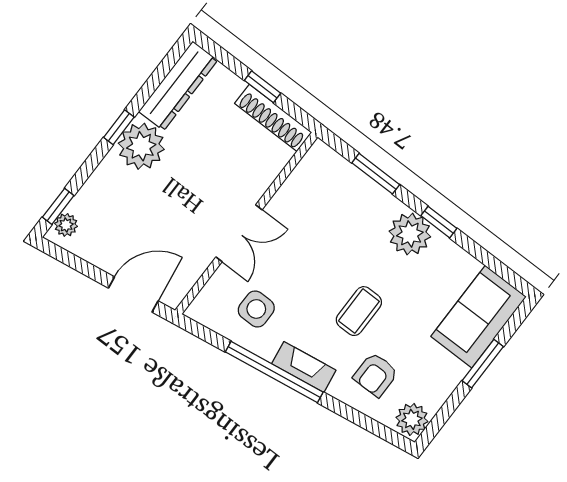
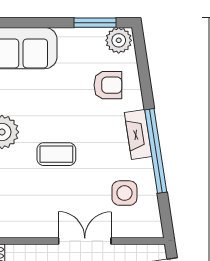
coffee table: (359, 311) -> (56, 154), moved
window: (483, 364) -> (95, 23), moved

